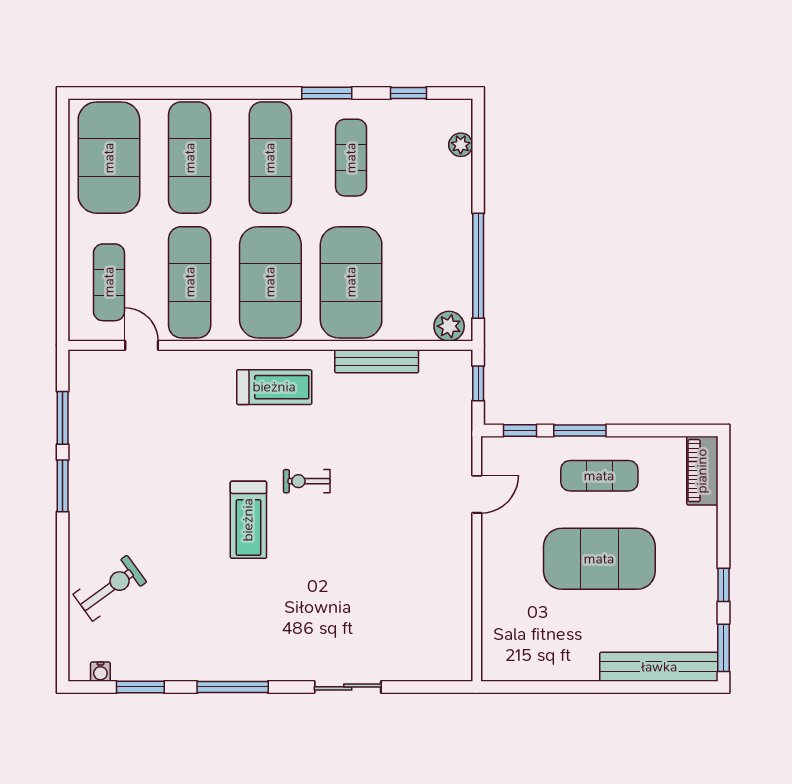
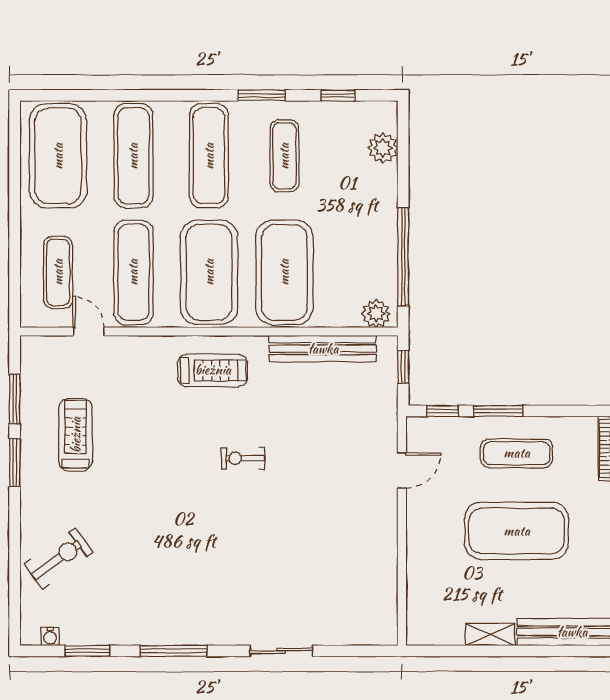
plant: (461, 145) -> (383, 148), width x1.38, depth x1.38
bench: (377, 361) -> (323, 349), width x1.37, depth x1.21
treadmill: (248, 520) -> (76, 435), moved, turned 180
shelving: (571, 669) -> (490, 634), added

